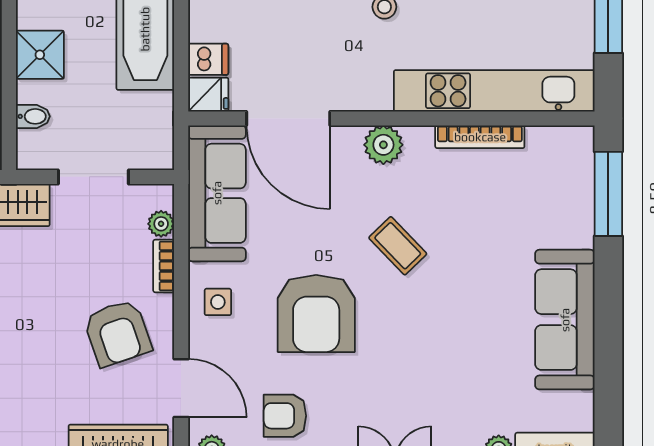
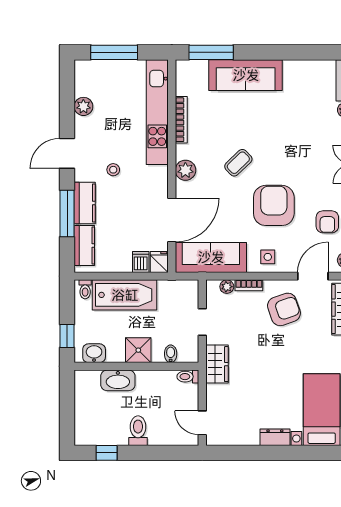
doorway: (93, 177) -> (202, 322), width x0.73
armchair: (316, 314) -> (274, 205), turned -90
sofa: (565, 320) -> (246, 75), moved

